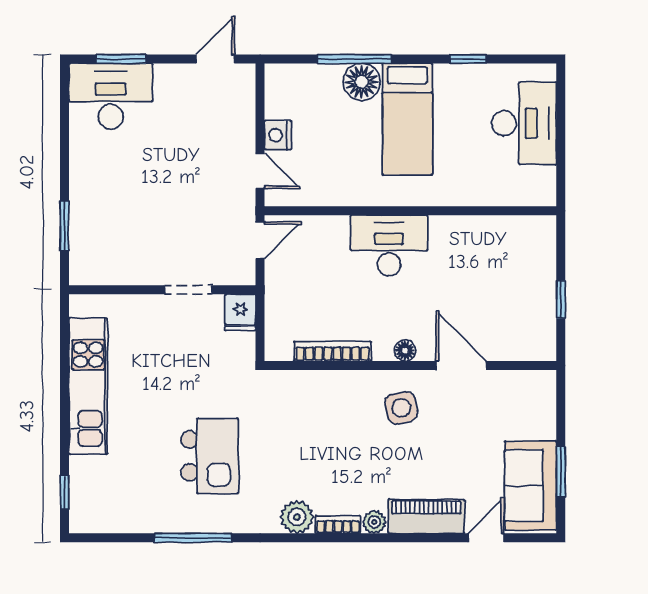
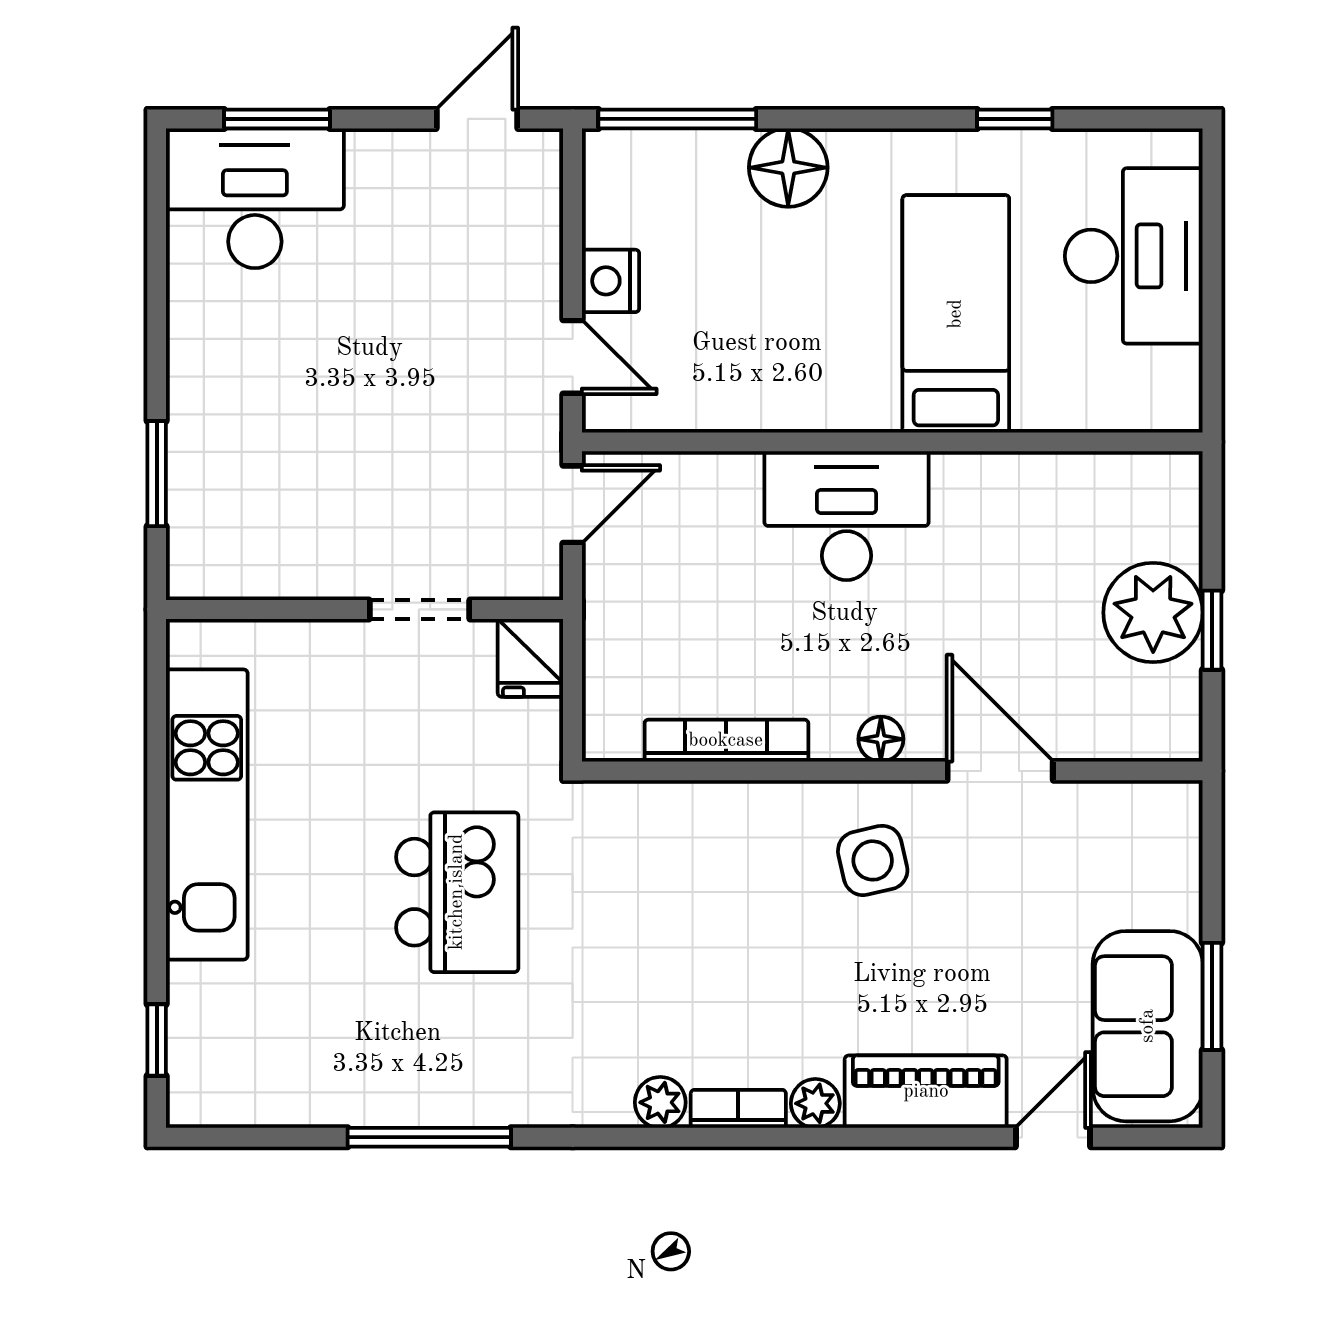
window: (355, 59) -> (677, 119), moved
bed: (407, 119) -> (956, 314), moved, turned 180
plant: (533, 291) -> (1153, 613), added
kitchen island: (210, 456) -> (457, 892), moved
plant: (297, 517) -> (660, 1102), width x0.73, depth x0.73

